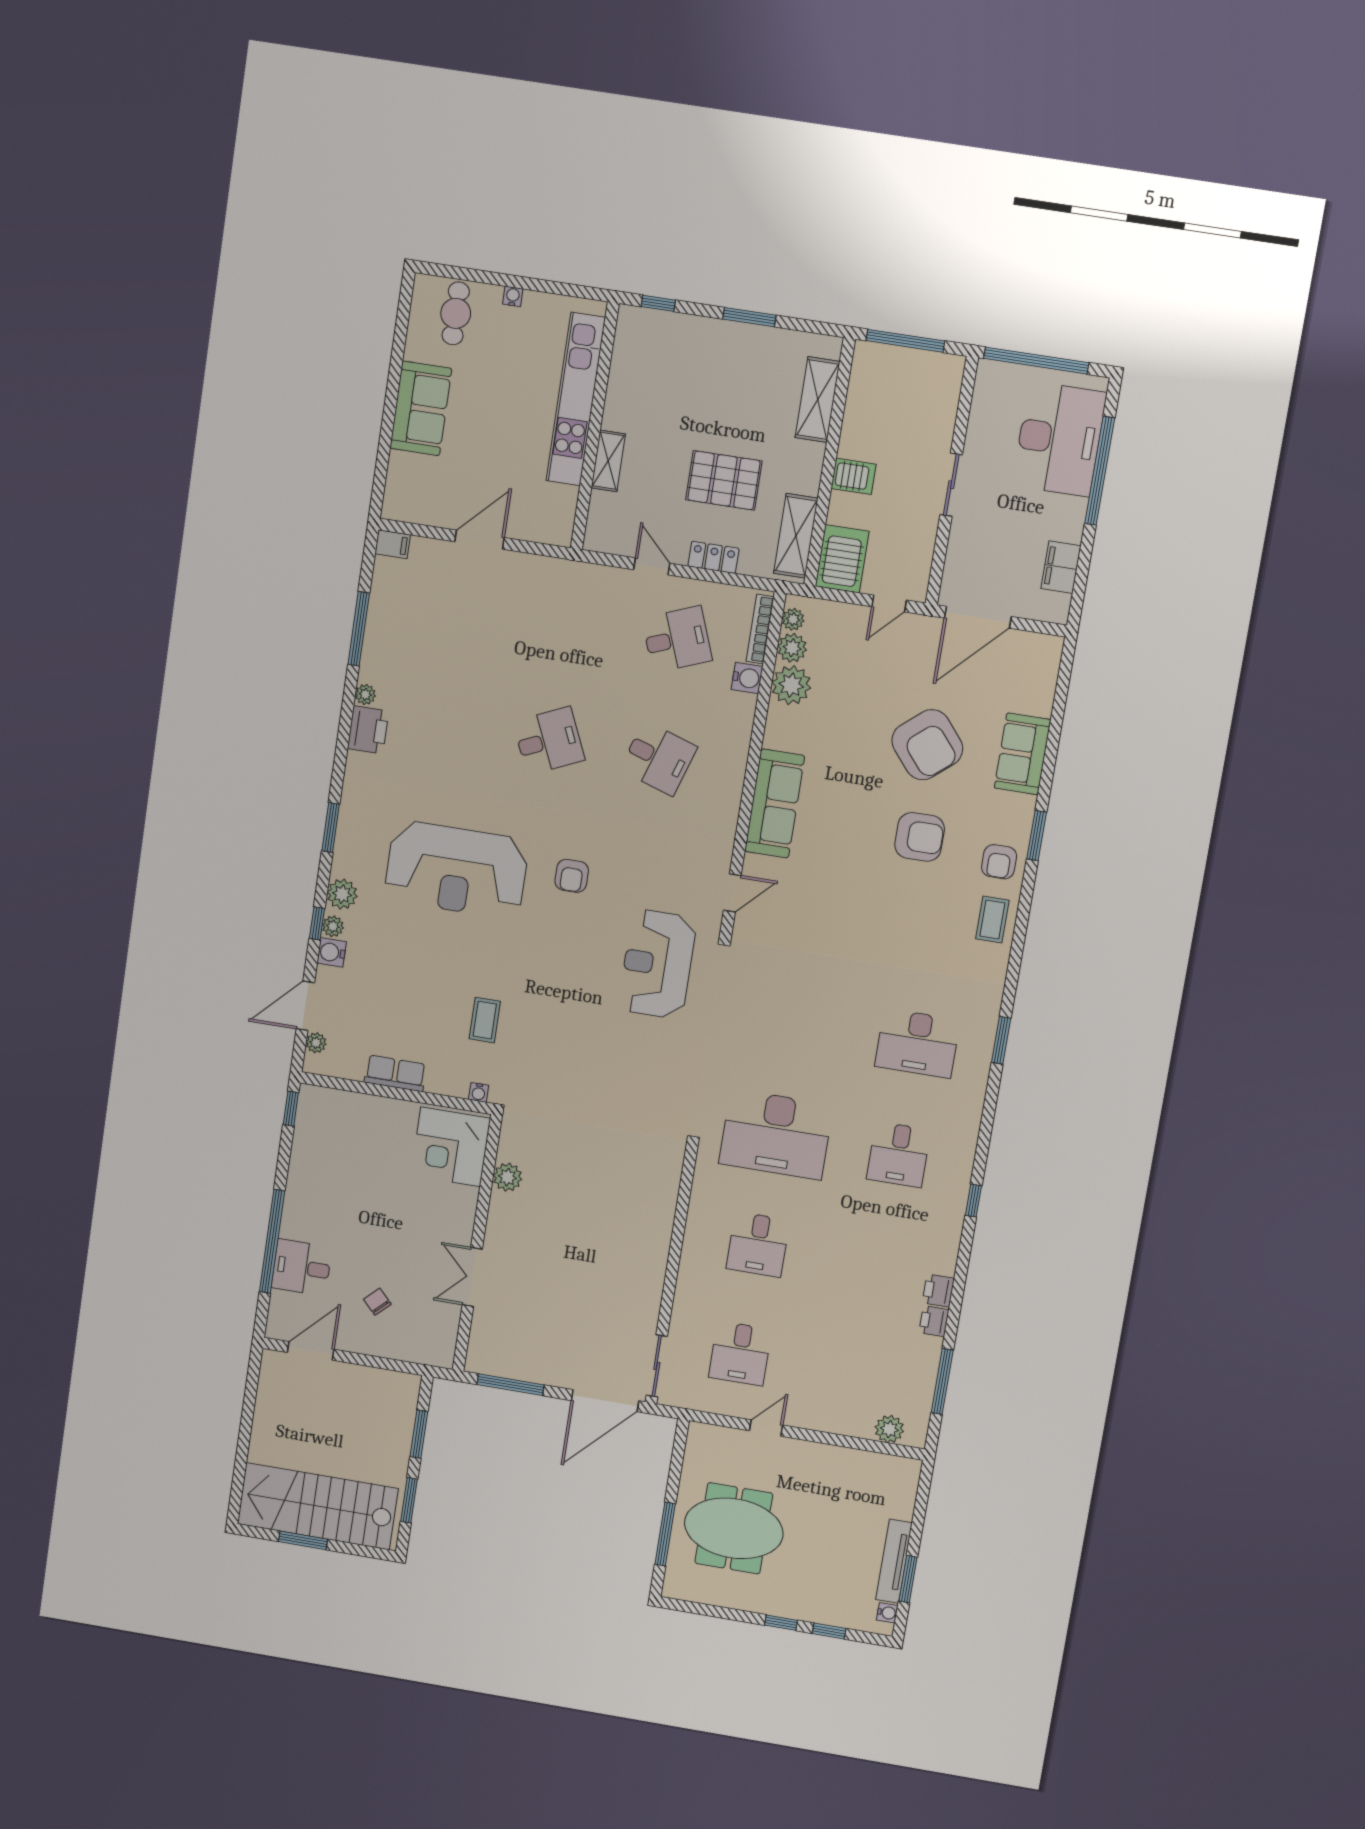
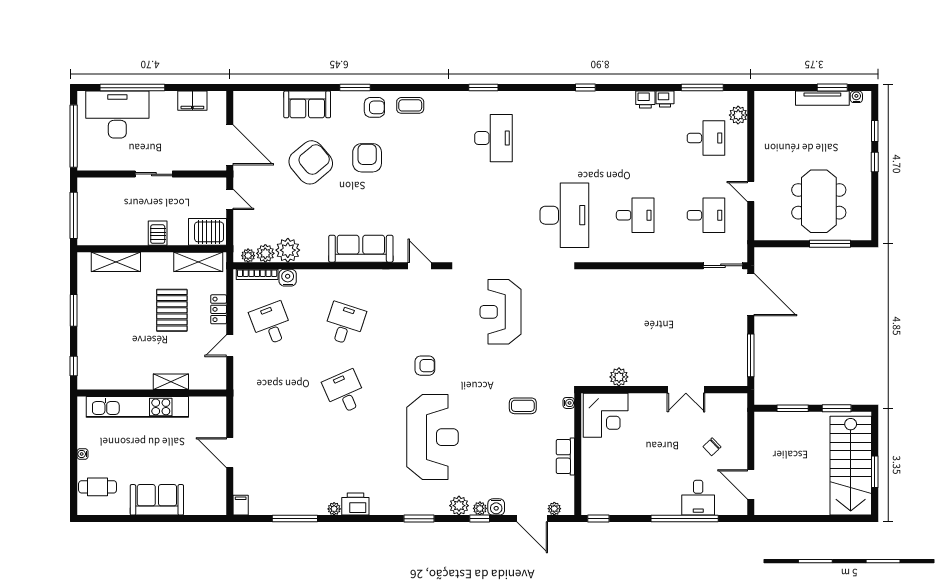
reception desk: (657, 964) -> (500, 312), moved, turned 90
desk: (899, 1155) -> (706, 138), moved

